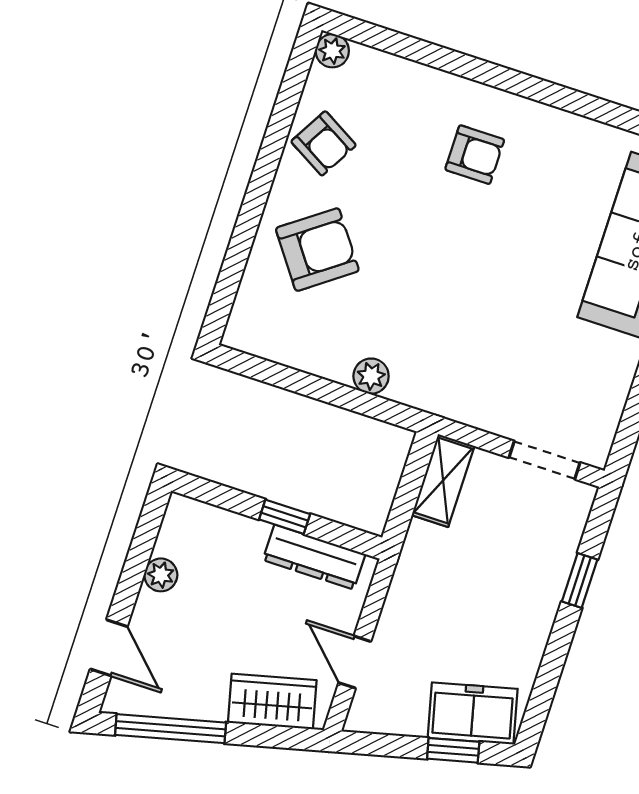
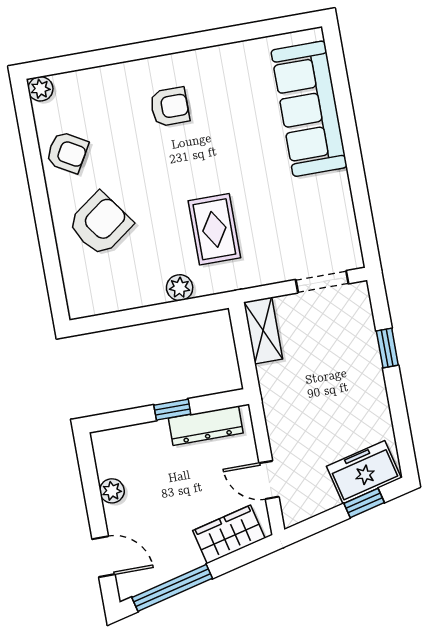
rug: (450, 329) -> (214, 229), added

